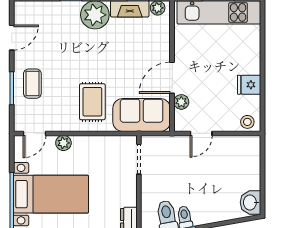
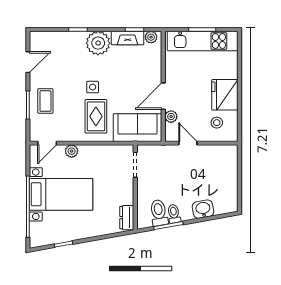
side table: (88, 67) -> (93, 87), added
fridge: (249, 85) -> (225, 95), width x1.88, depth x1.34
stool: (247, 122) -> (217, 123), moved
door: (201, 133) -> (188, 143), swing flipped
washbasin: (250, 202) -> (203, 209), moved, turned 80

